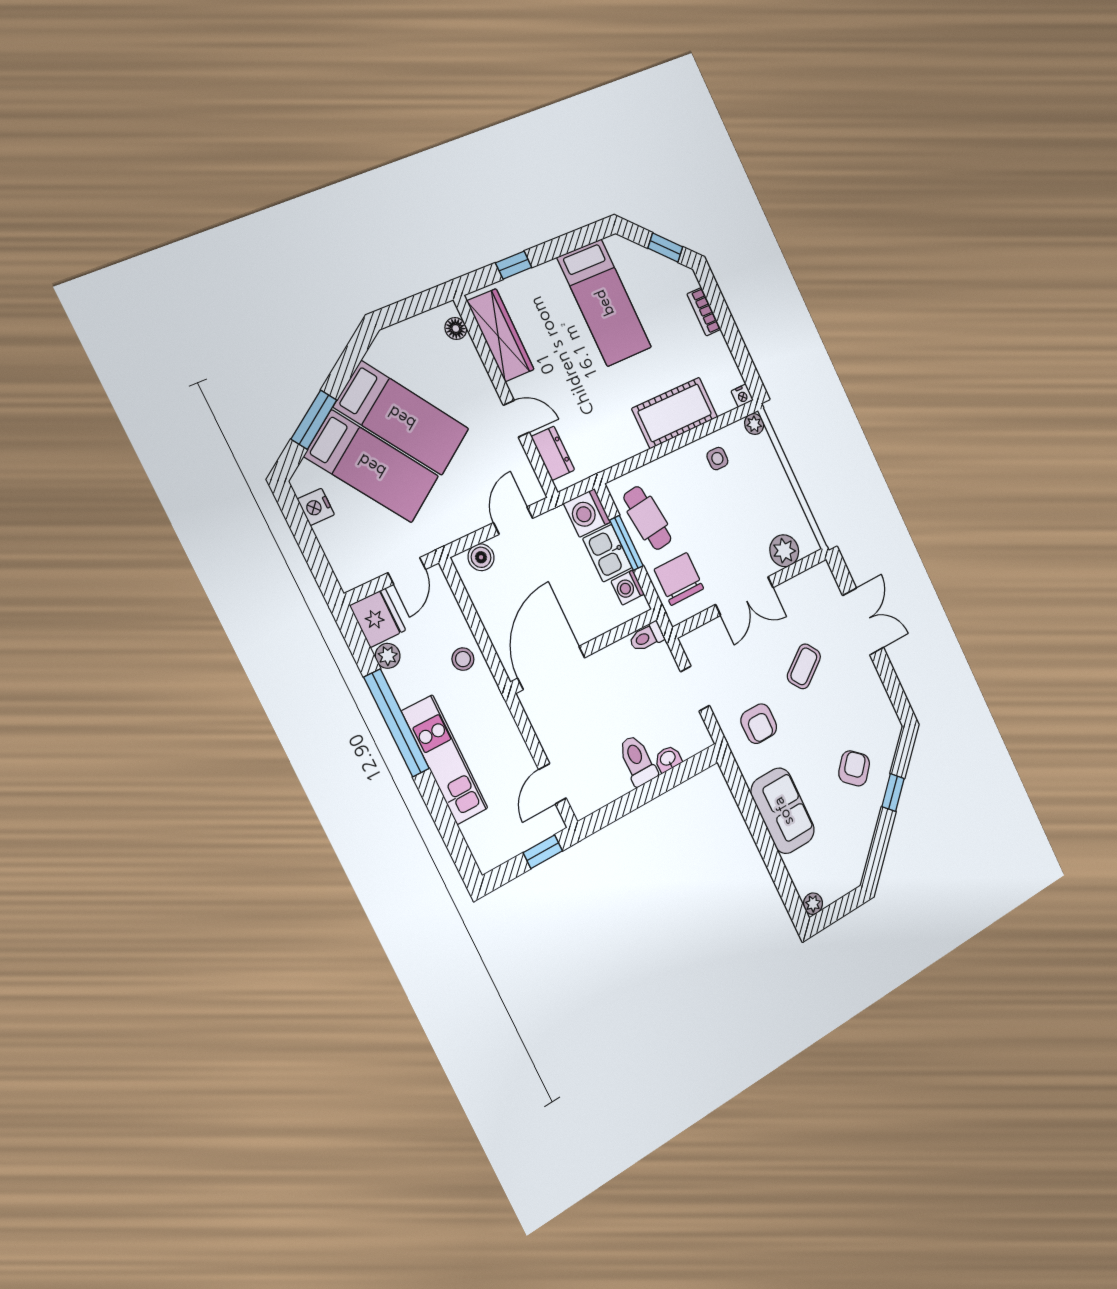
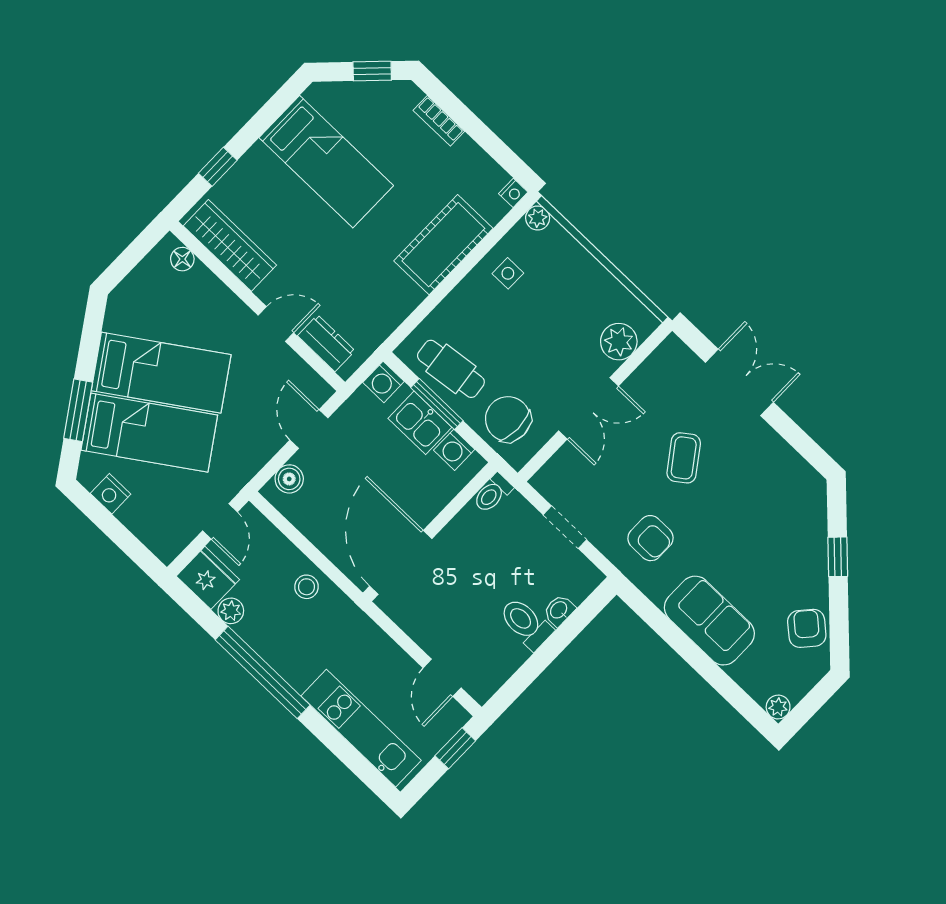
washing machine: (587, 513) -> (383, 382), width x0.73, depth x0.73
kitchen unit: (445, 760) -> (361, 728), moved
armchair: (854, 768) -> (807, 628), moved

